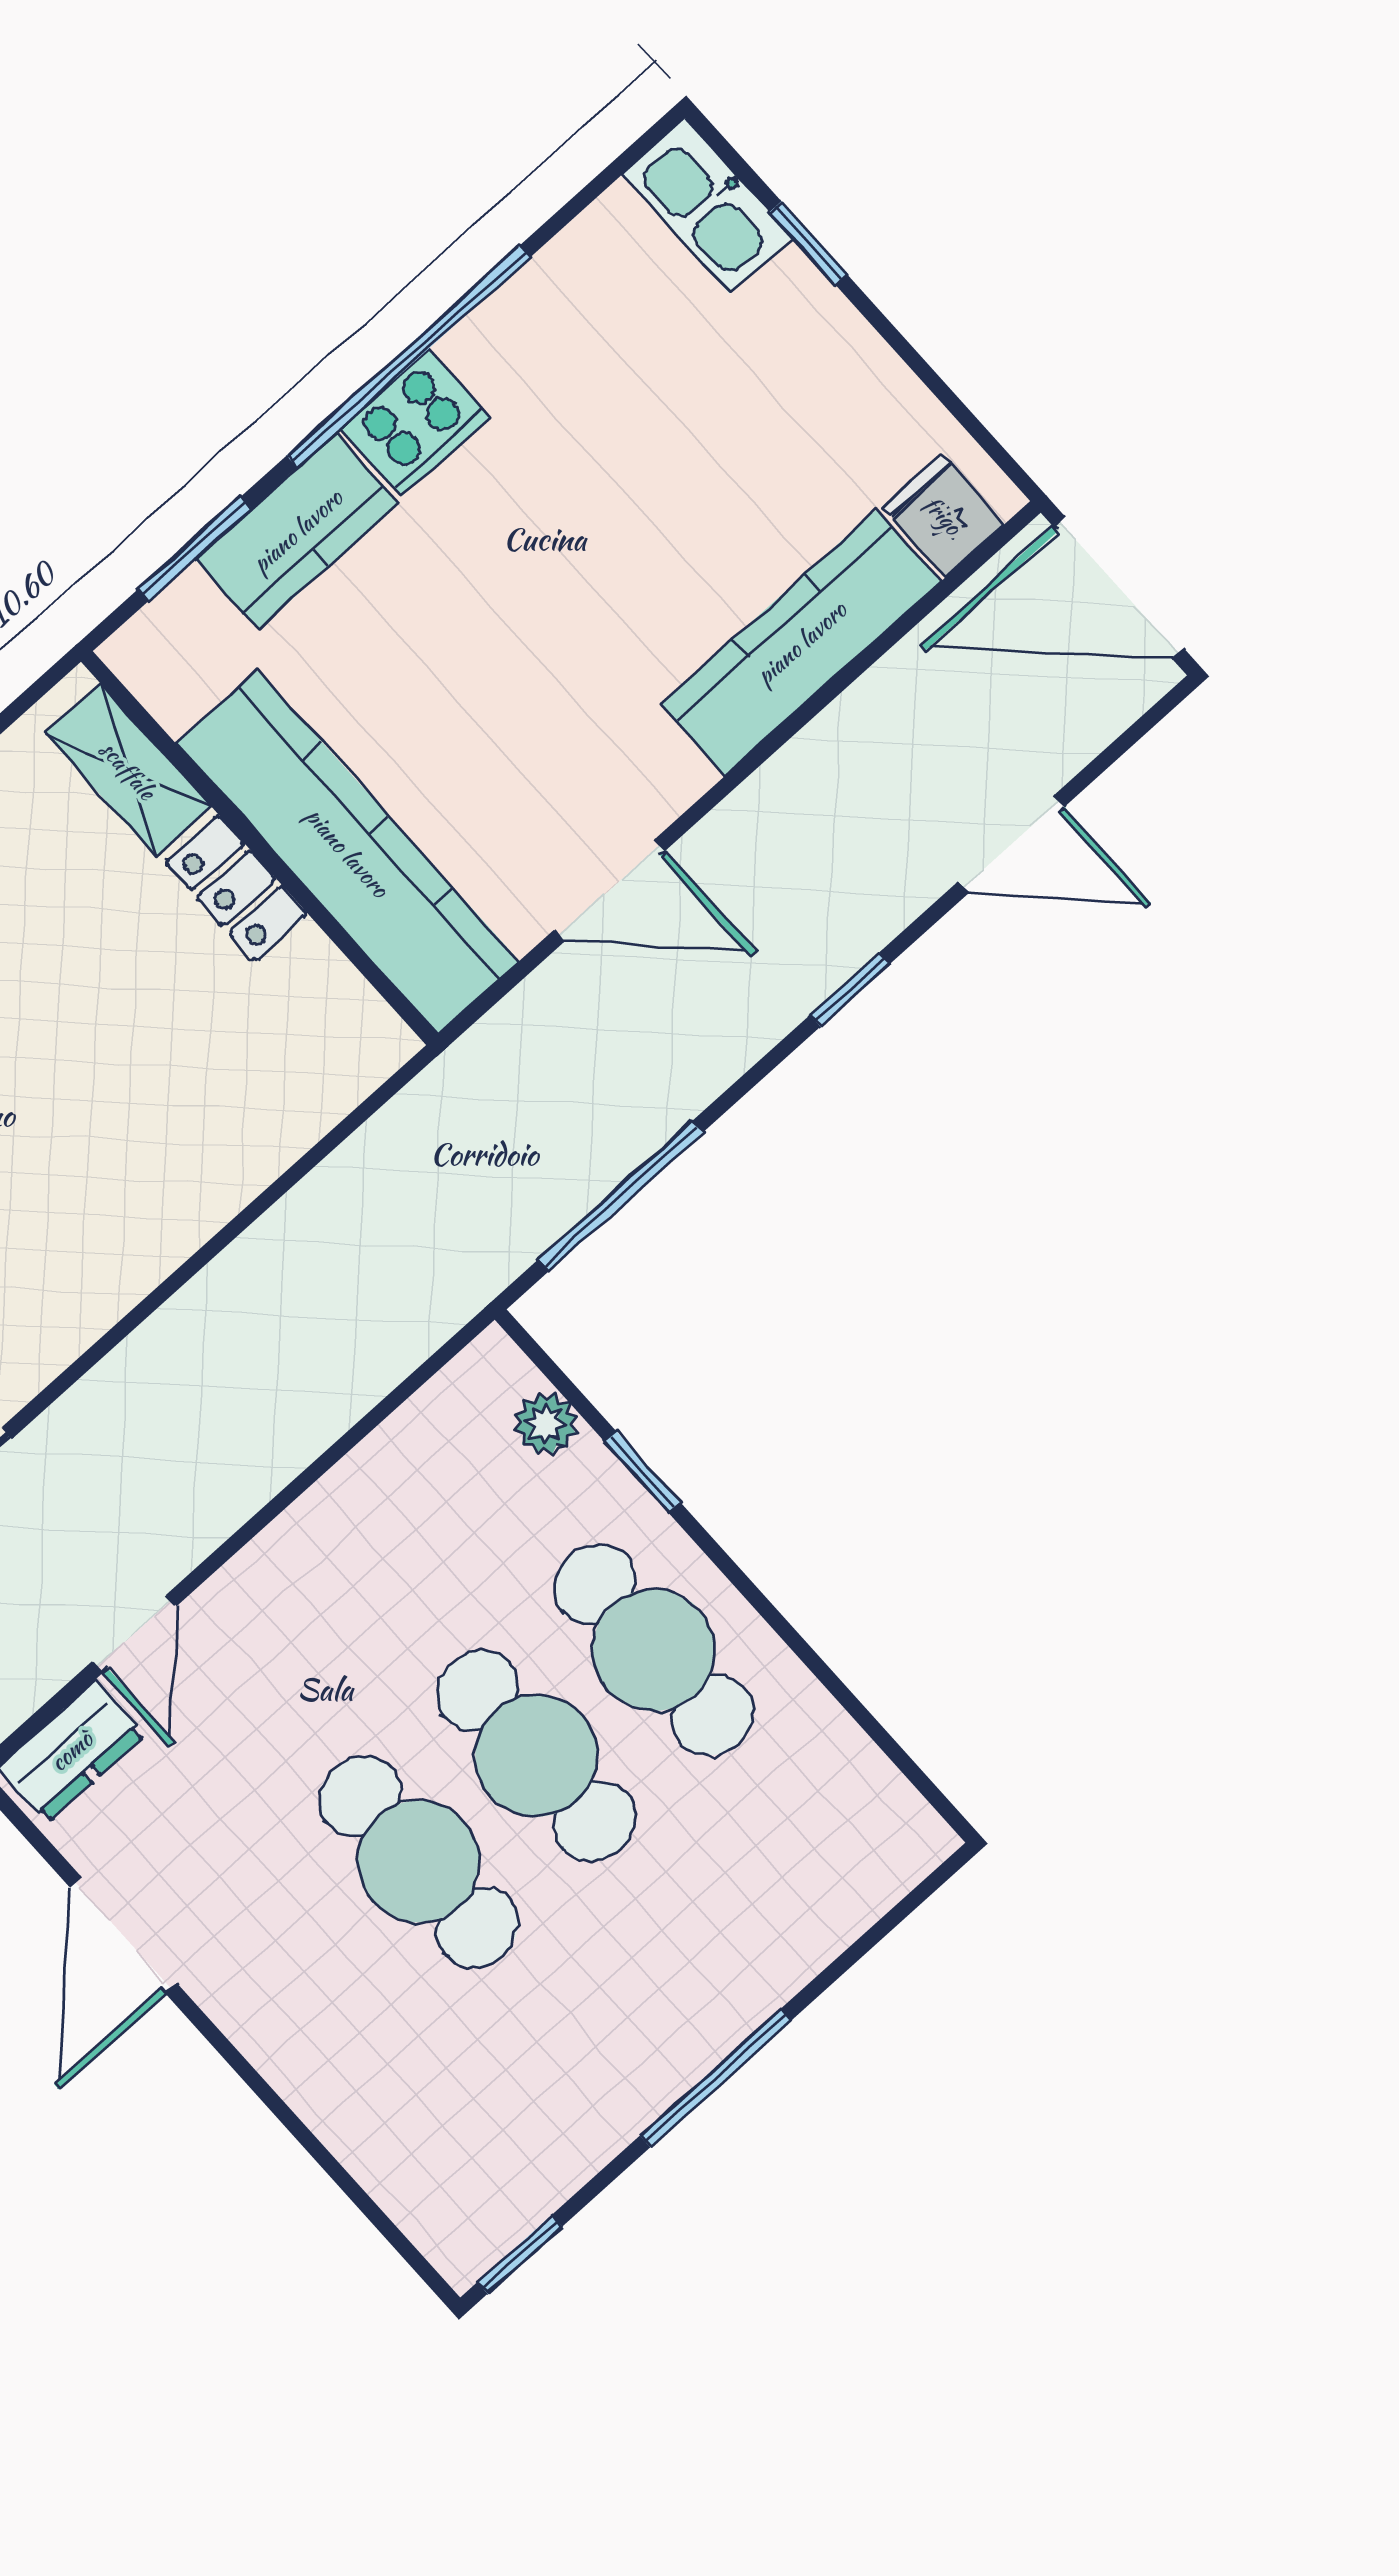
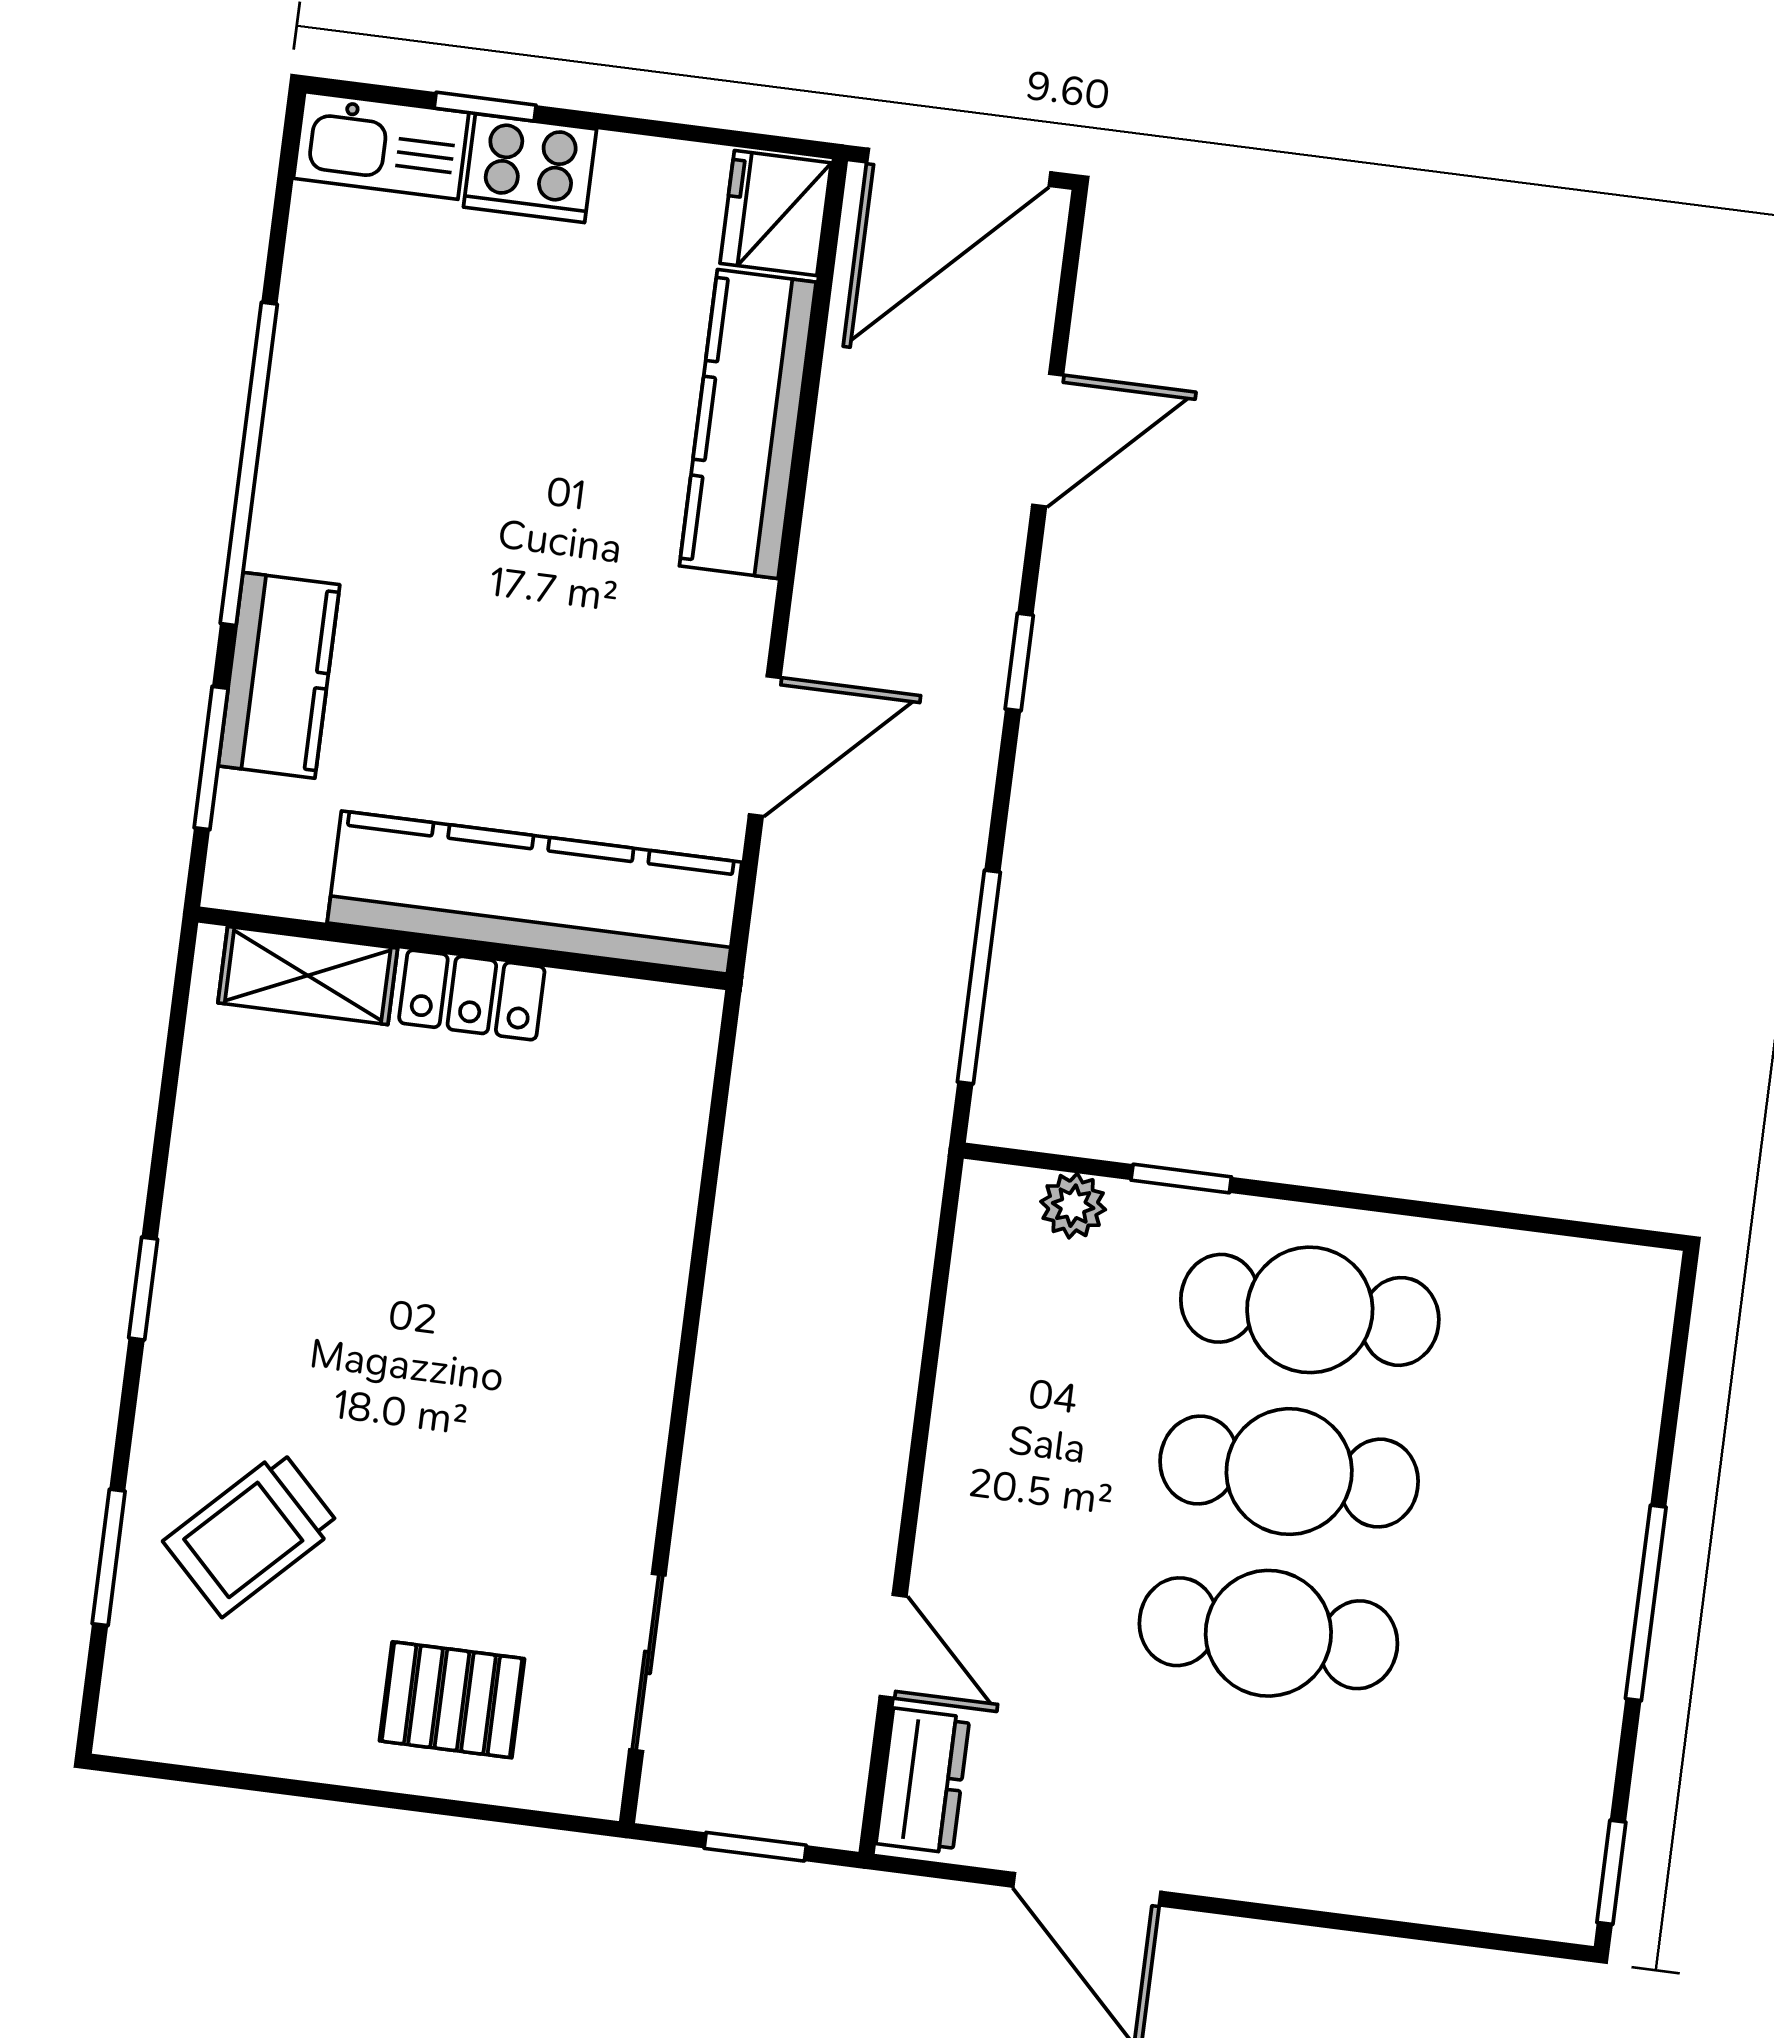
cooker: (415, 423) -> (530, 168), moved, turned 90
fridge: (943, 515) -> (776, 213), width x1.38

